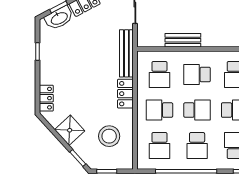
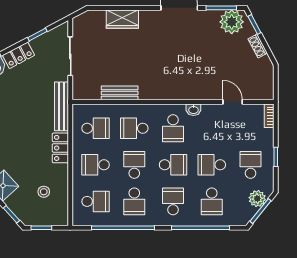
school desk: (159, 75) -> (96, 128), turned -90
school desk: (197, 110) -> (134, 165), turned -90
stool: (109, 136) -> (44, 192), width x0.53, depth x0.53
school desk: (159, 146) -> (96, 201), turned -90

